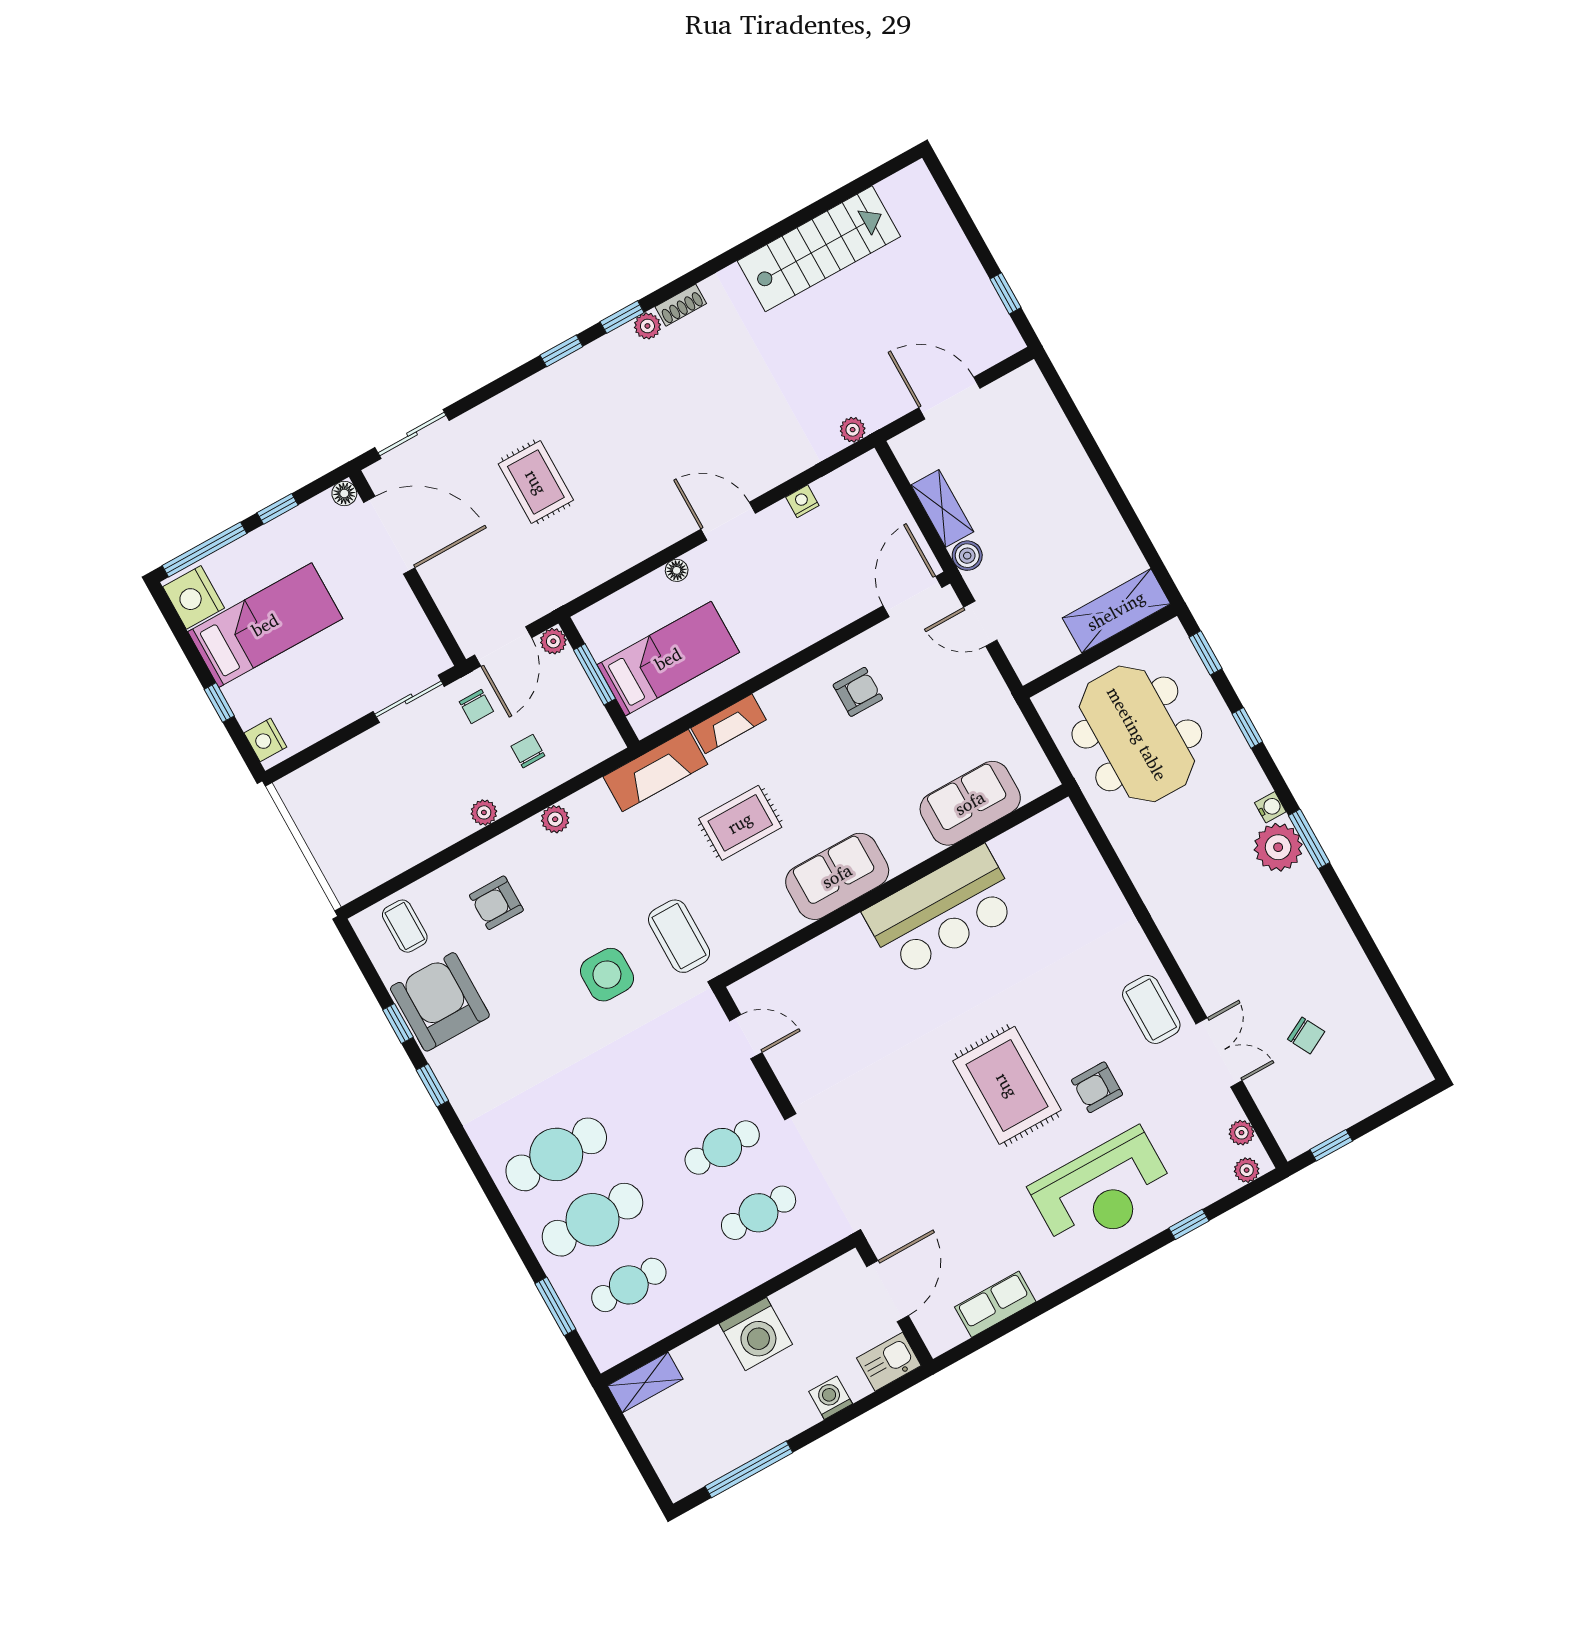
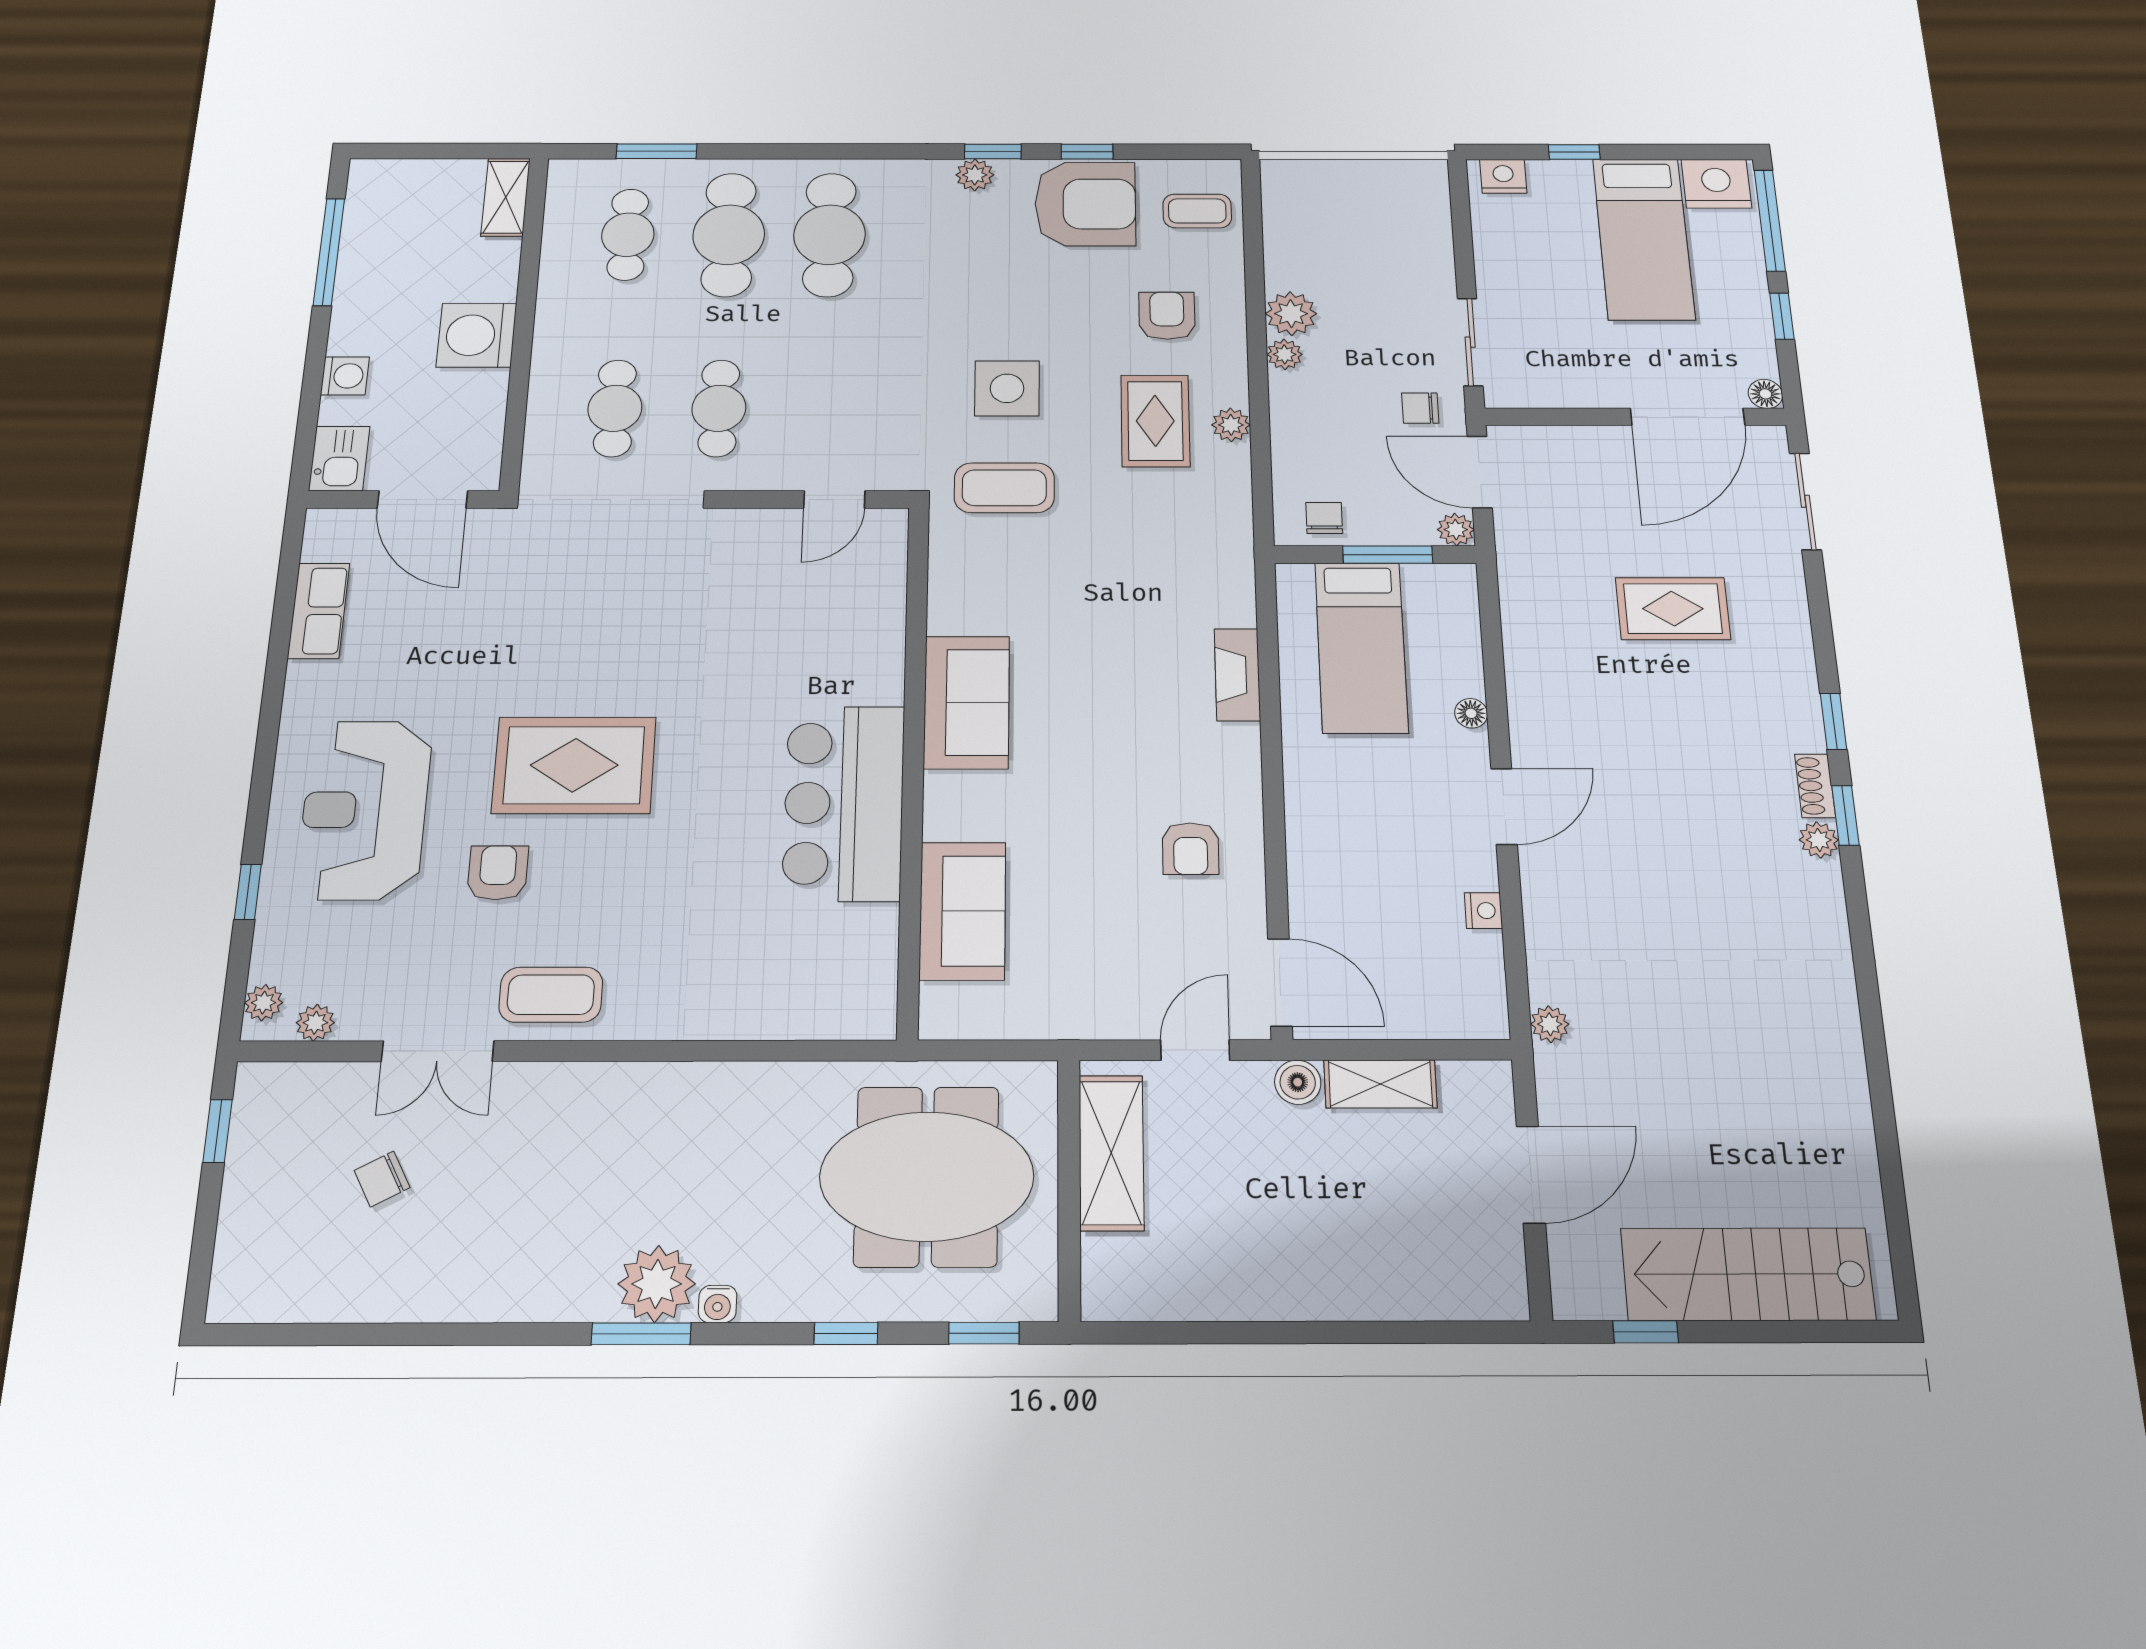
stairs: (819, 249) -> (1748, 1274), moved, turned 90
shoe rack: (681, 305) -> (1815, 786), moved
shelving: (1116, 611) -> (1111, 1153), moved
chair: (528, 751) -> (1324, 518), moved, turned -90
fireplace: (655, 770) -> (1226, 563), removed
rug: (740, 823) -> (1155, 421), moved
plant: (451, 824) -> (1291, 314), added
plant: (457, 1087) -> (975, 175), added

